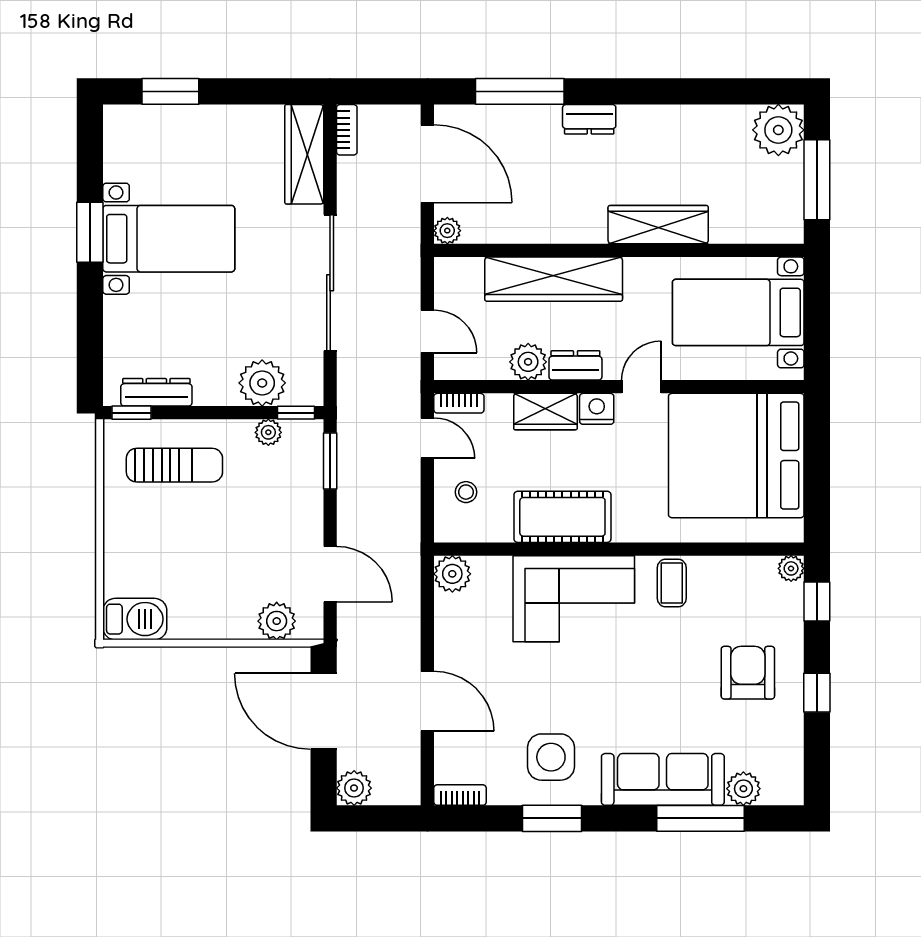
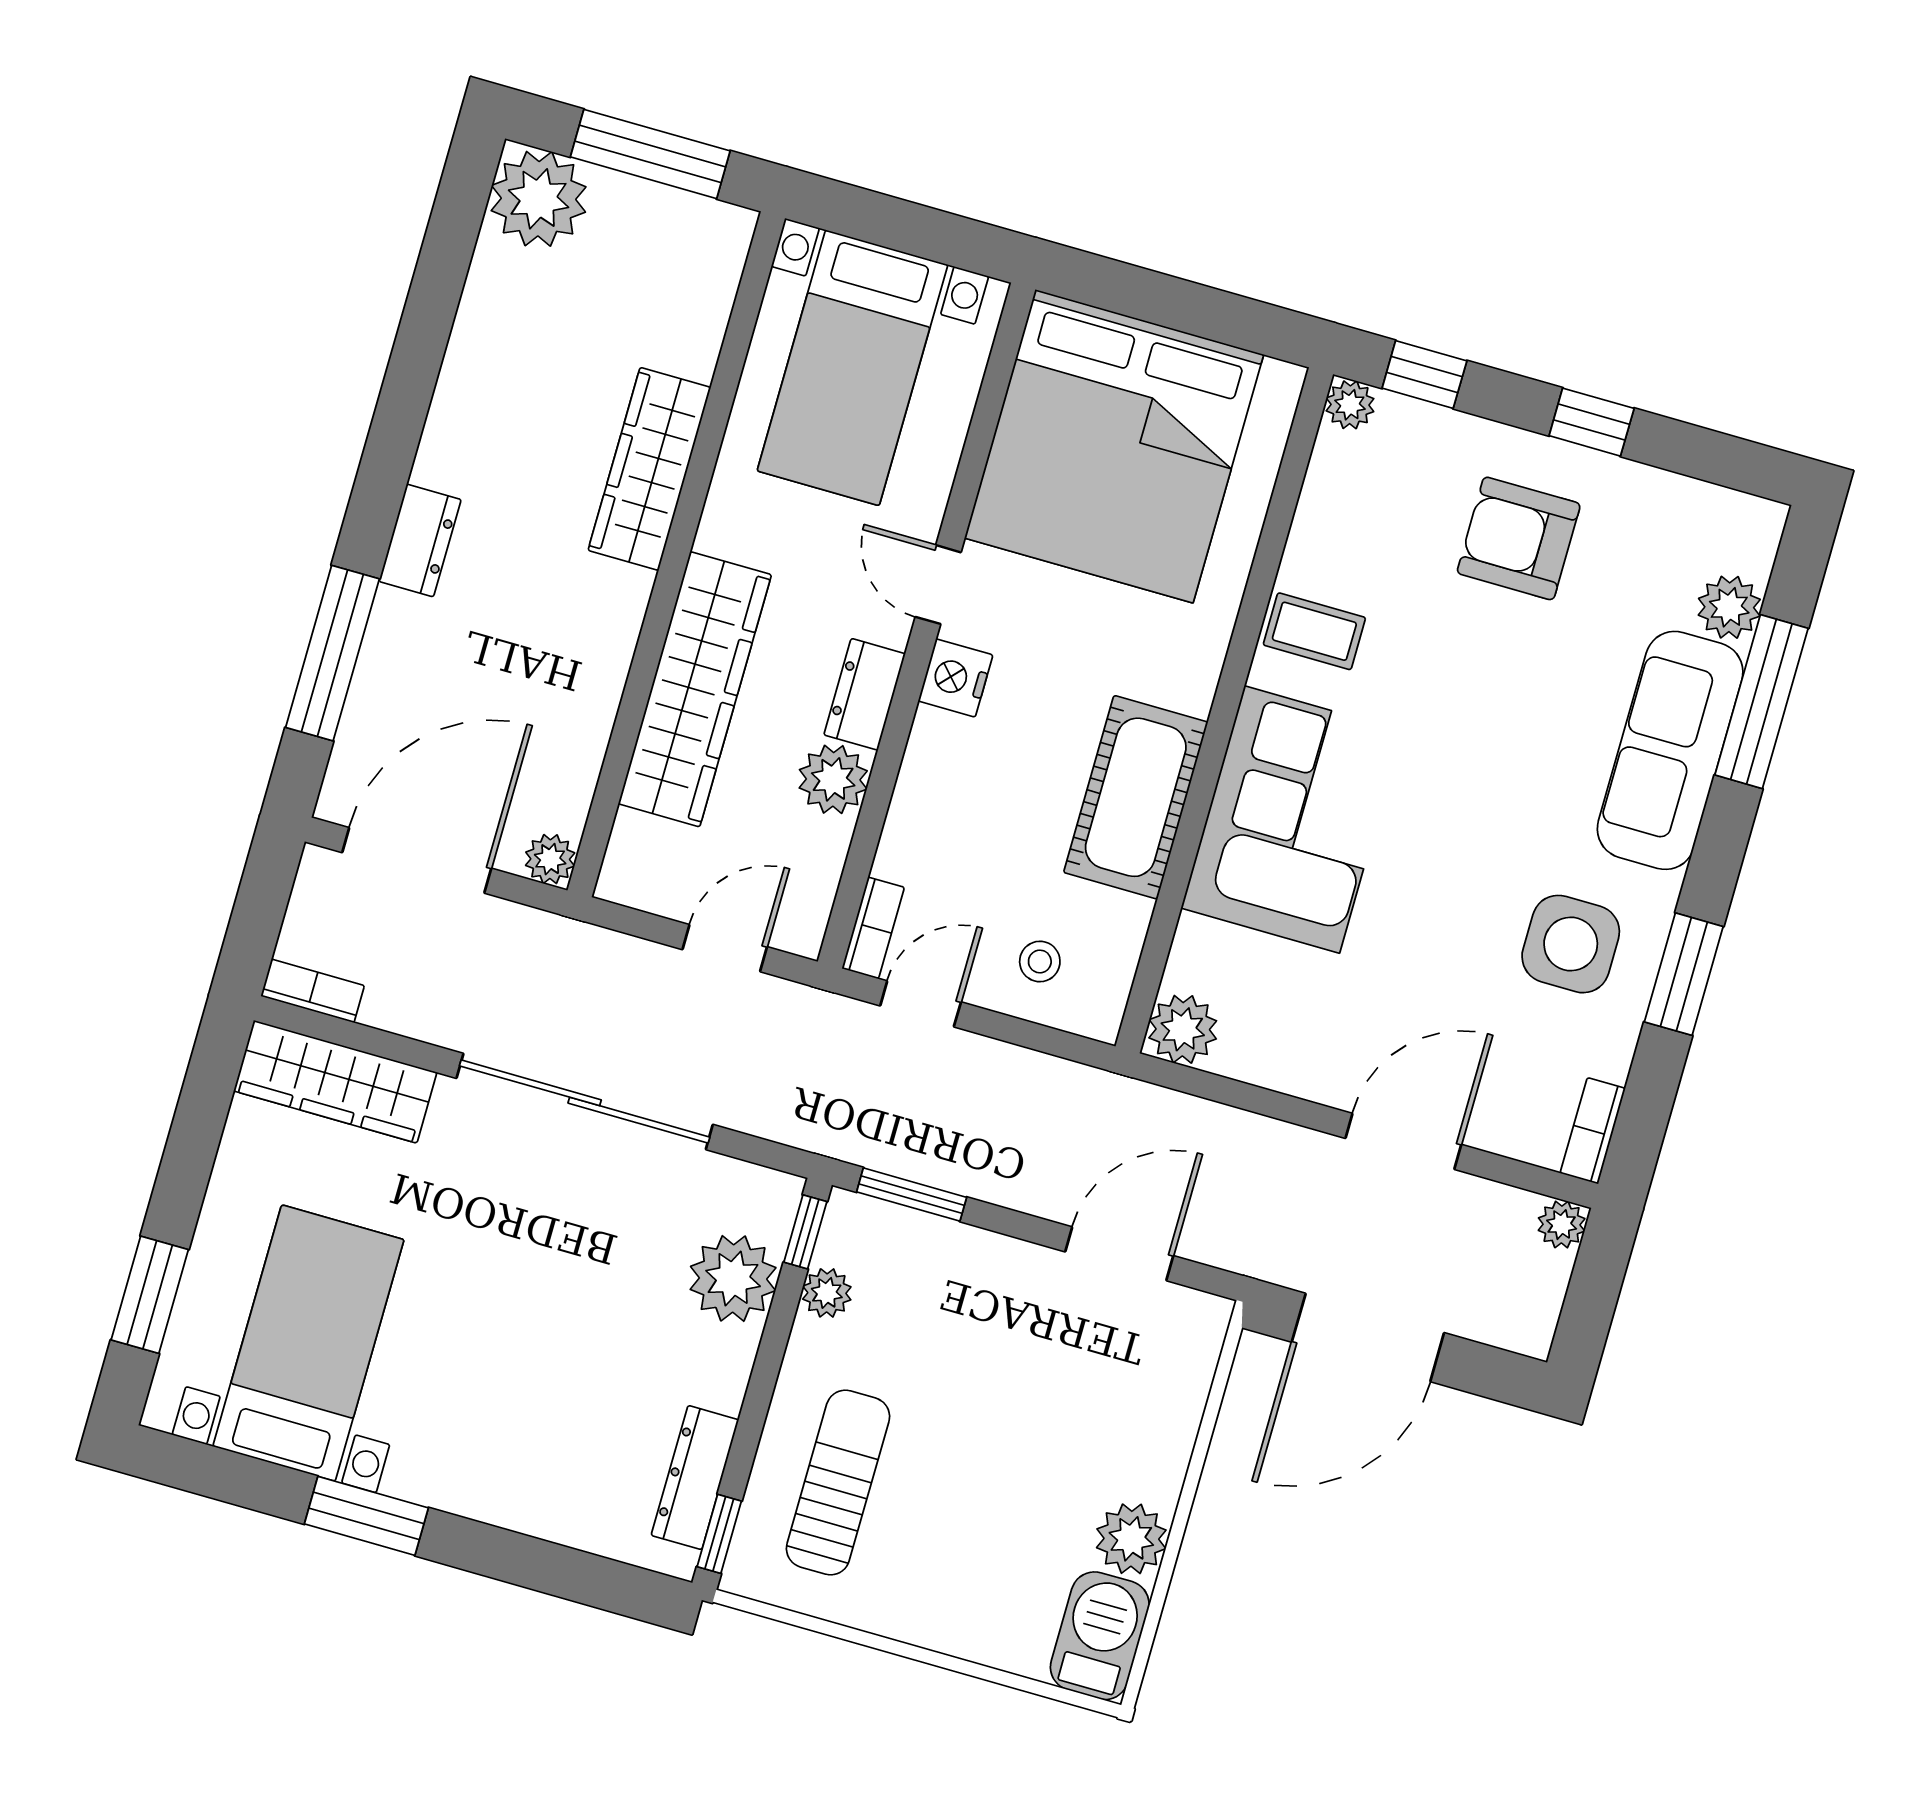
bed with nightstands: (169, 239) -> (308, 1343), moved
wardrobe: (545, 412) -> (934, 773), removed
plant: (277, 621) -> (1131, 1539), moved
plant: (354, 788) -> (1562, 1225), moved, width x0.73, depth x0.73

